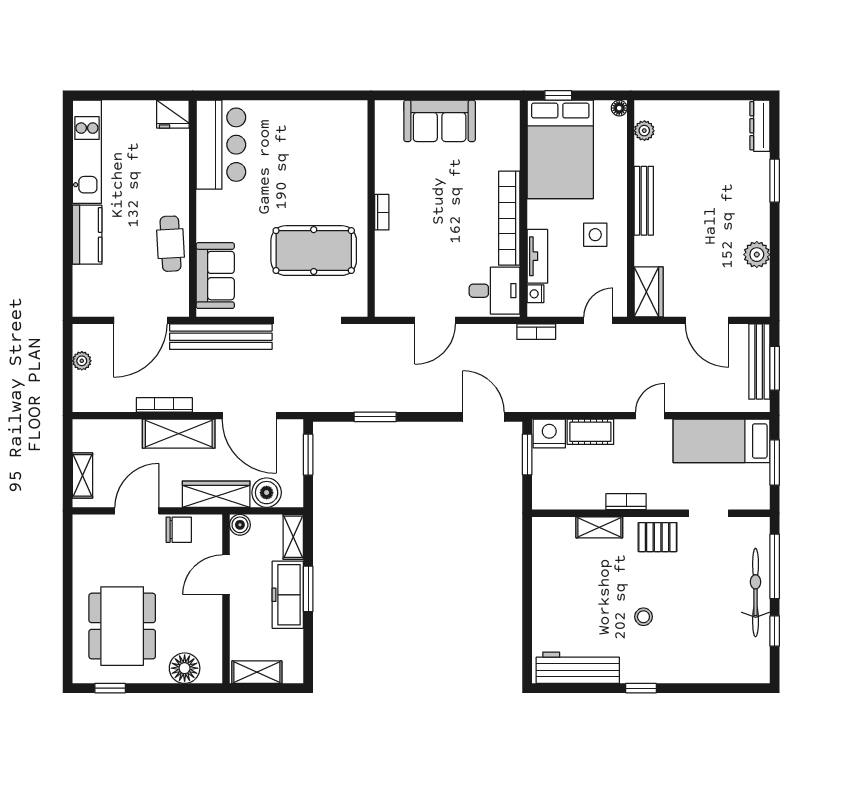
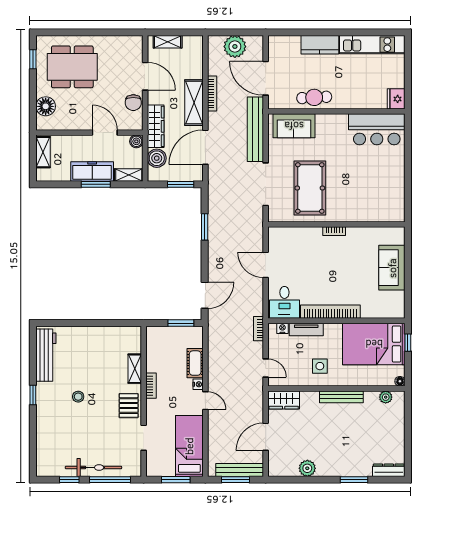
plant: (82, 361) -> (235, 46), width x1.87, depth x1.87
nightstand: (549, 434) -> (198, 384), moved, width x0.53, depth x0.56

